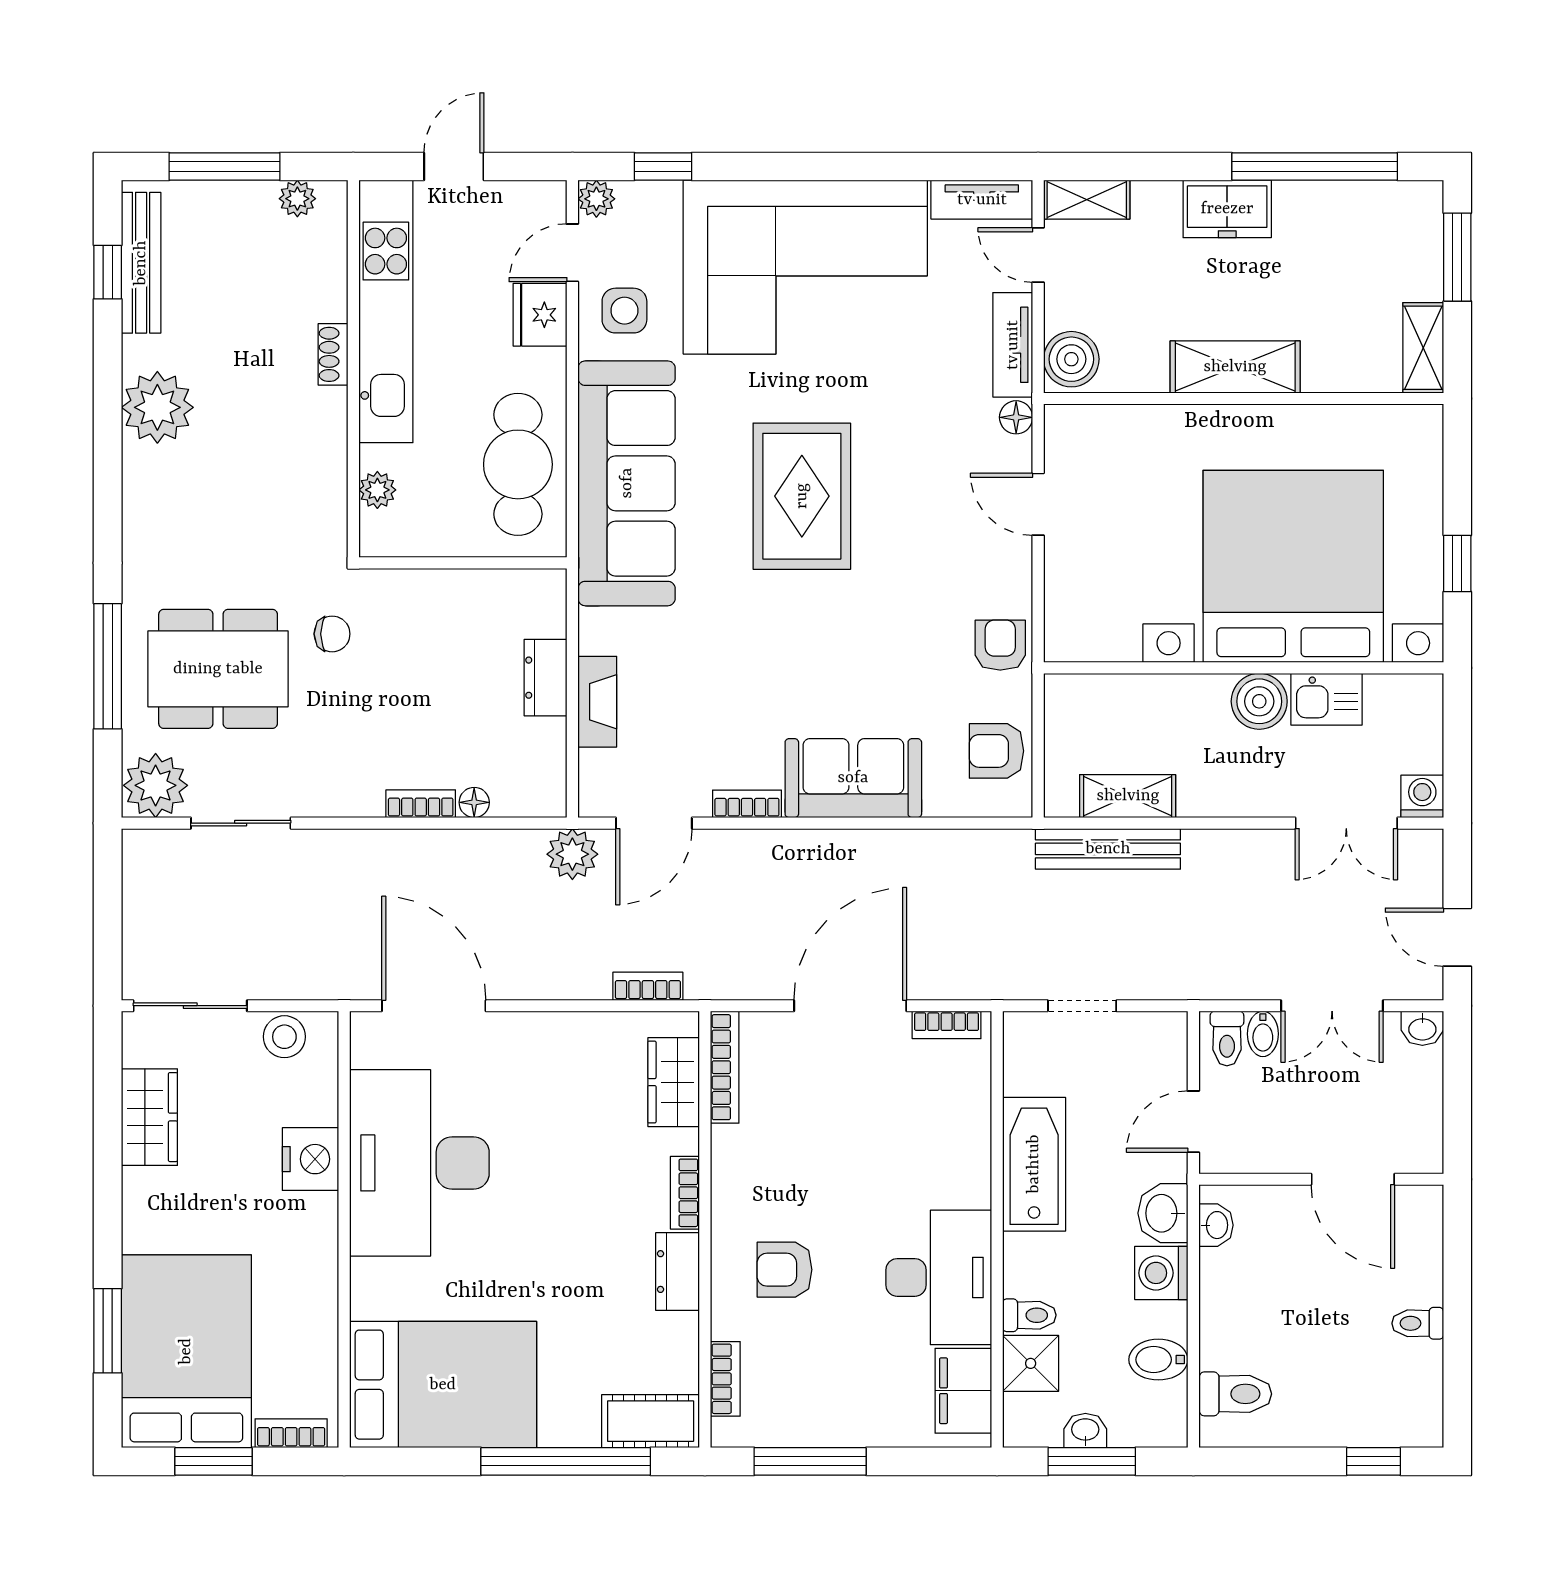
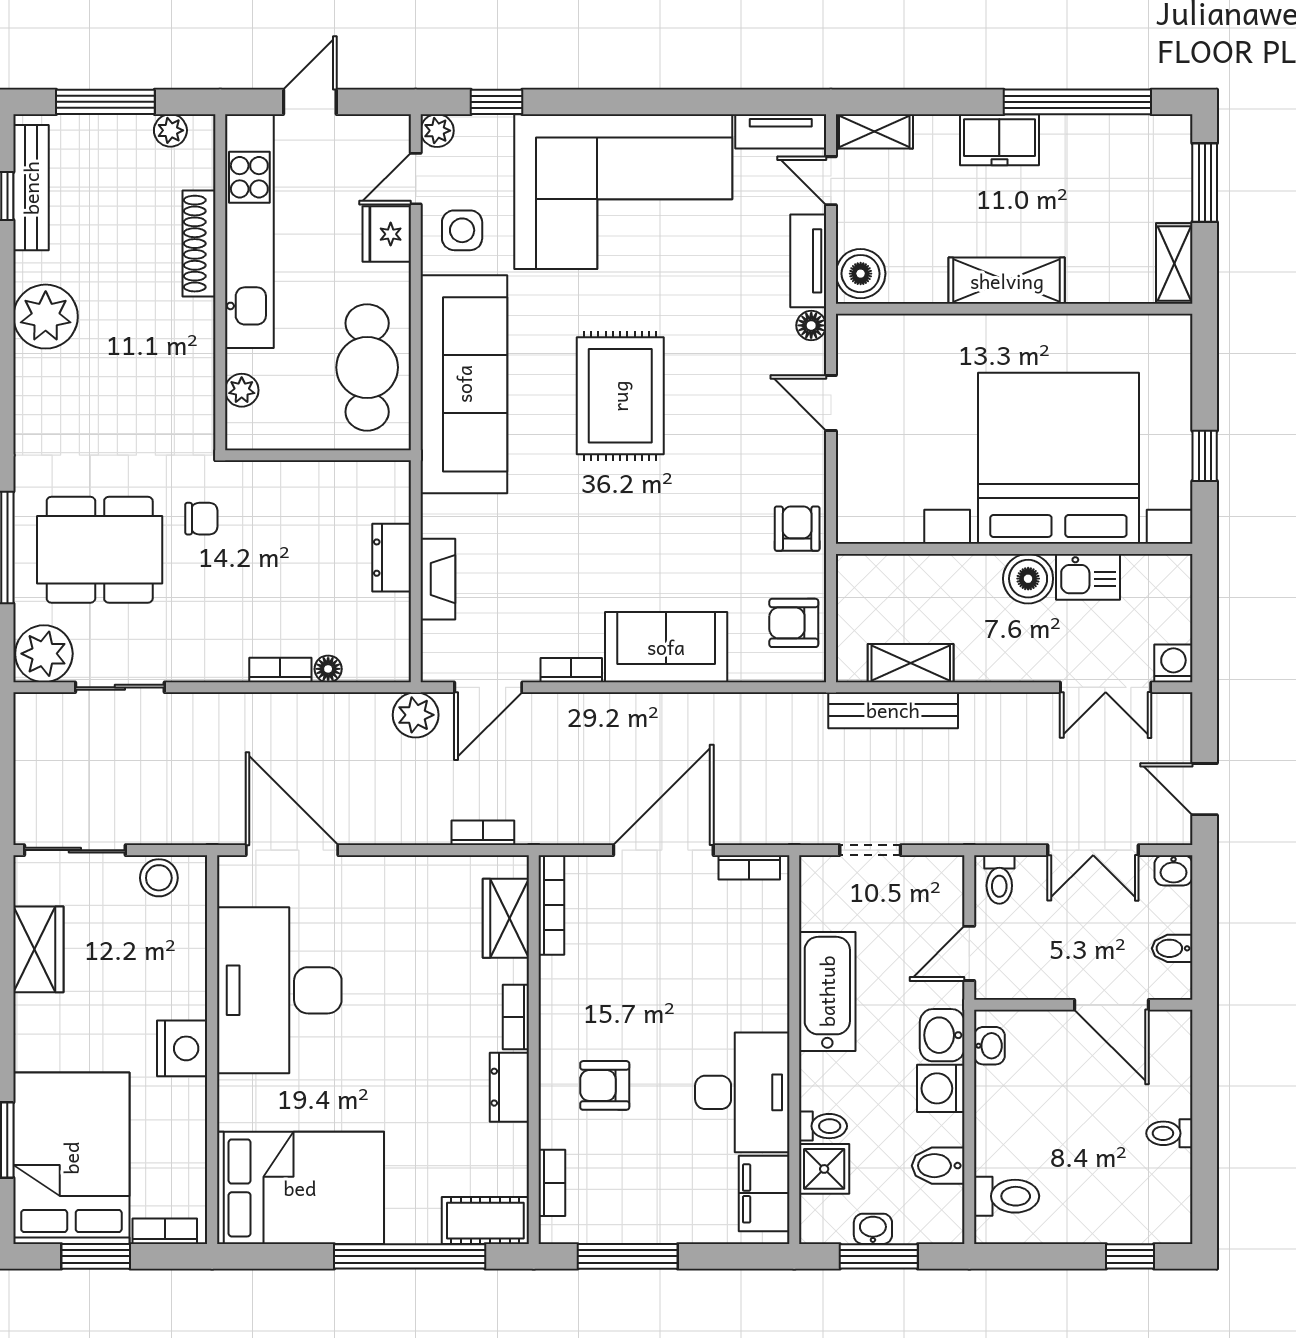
shoe rack: (333, 354) -> (199, 244), width x1.94, depth x1.24
bidet: (1263, 1034) -> (1172, 948), moved, turned 90
nightstand: (311, 1159) -> (182, 1048), moved

